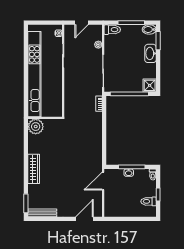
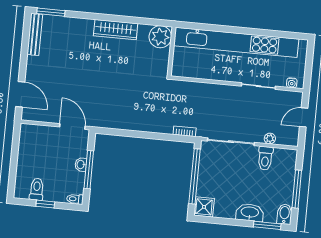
door: (82, 23) -> (304, 117), hinge flipped
toilet: (112, 30) -> (265, 158), moved
wardrobe: (34, 169) -> (116, 30), moved

